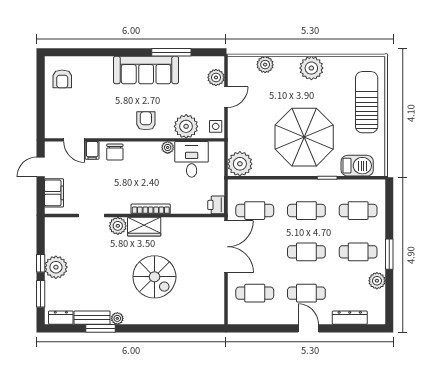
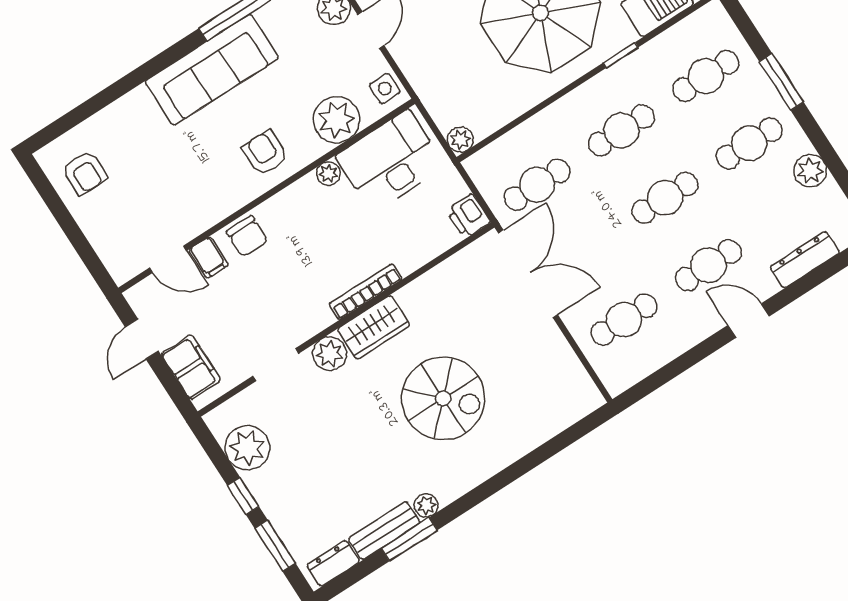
desk: (192, 159) -> (390, 161), width x1.37
plant: (240, 164) -> (460, 140), width x0.53, depth x0.53
window: (389, 254) -> (781, 82), moved
plant: (56, 267) -> (247, 448), moved

